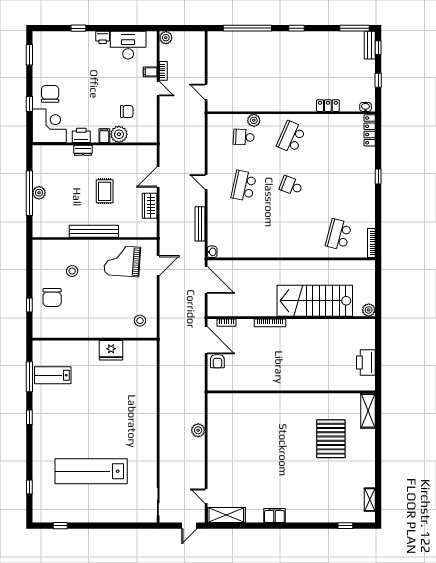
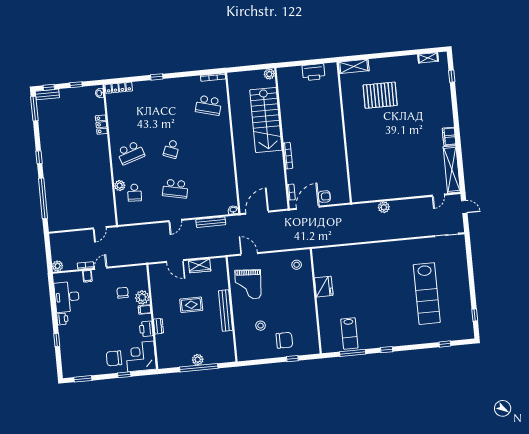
school desk: (291, 137) -> (131, 153), turned -42
shelving: (226, 515) -> (452, 169), width x1.47

